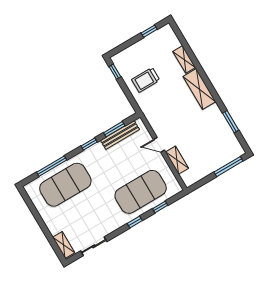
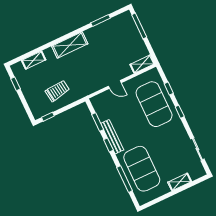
shelving: (184, 59) -> (34, 60), moved
trolley: (146, 80) -> (57, 91), turned -98
bench: (120, 135) -> (112, 137), moved
door: (159, 145) -> (115, 84), hinge flipped
shelving: (177, 160) -> (142, 64), moved
shelving: (64, 245) -> (180, 182), moved

